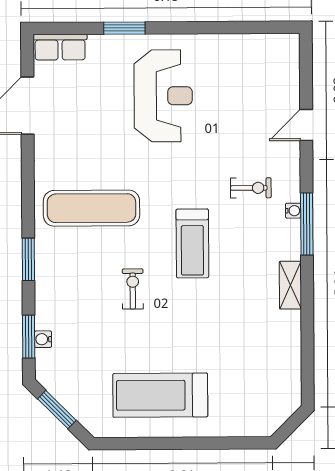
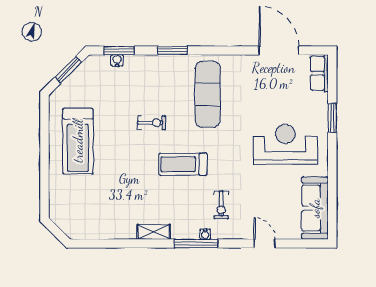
sofa: (255, 52) -> (315, 208), added
reception desk: (163, 96) -> (285, 144), turned 180
treadmill: (160, 395) -> (78, 141), turned 180

